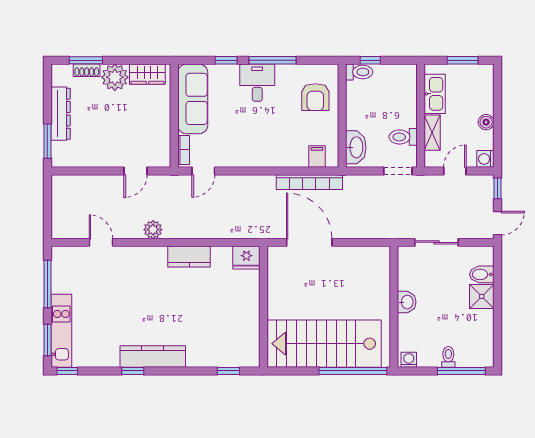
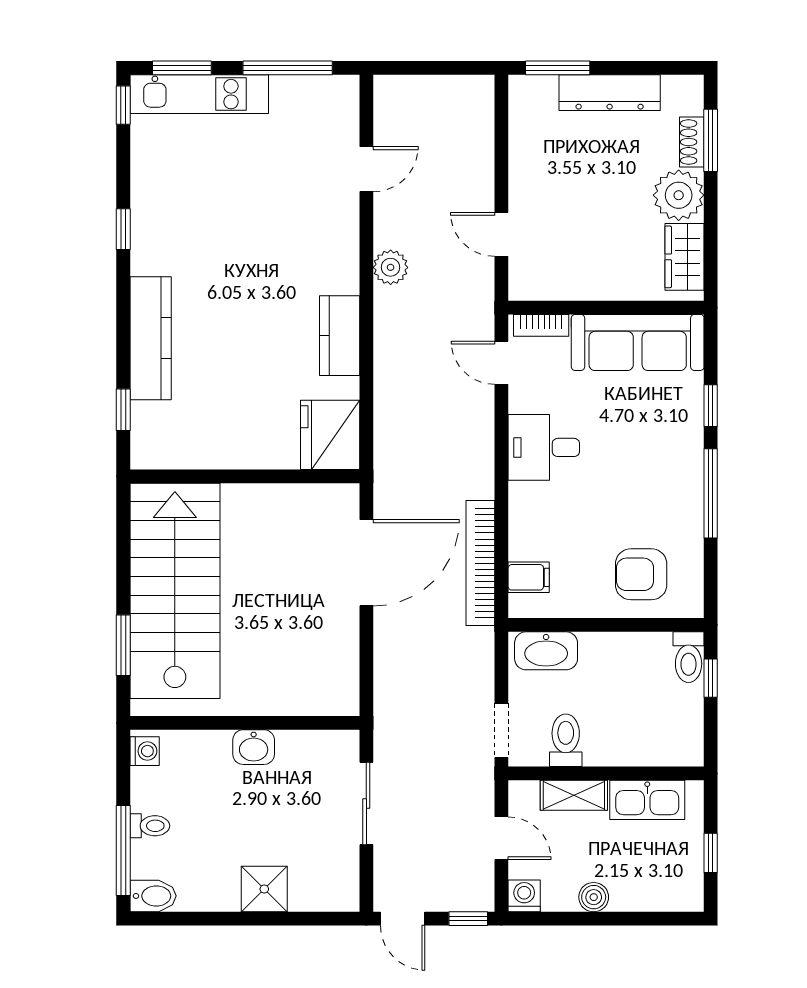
window: (463, 60) -> (711, 853), width x0.67
desk: (257, 83) -> (544, 447), moved, turned 180
fridge: (246, 258) -> (330, 435), width x1.36, depth x1.34
bidet: (482, 274) -> (153, 896), moved, turned 90
kitchen counter: (153, 357) -> (151, 338), moved
window: (353, 371) -> (123, 645), width x0.47

